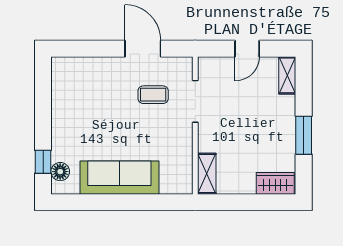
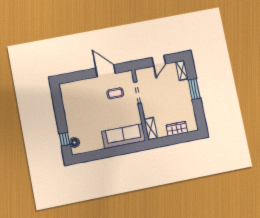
window: (304, 135) -> (194, 89), moved
sofa: (119, 178) -> (124, 136), moved
wardrobe: (275, 183) -> (177, 129), moved

